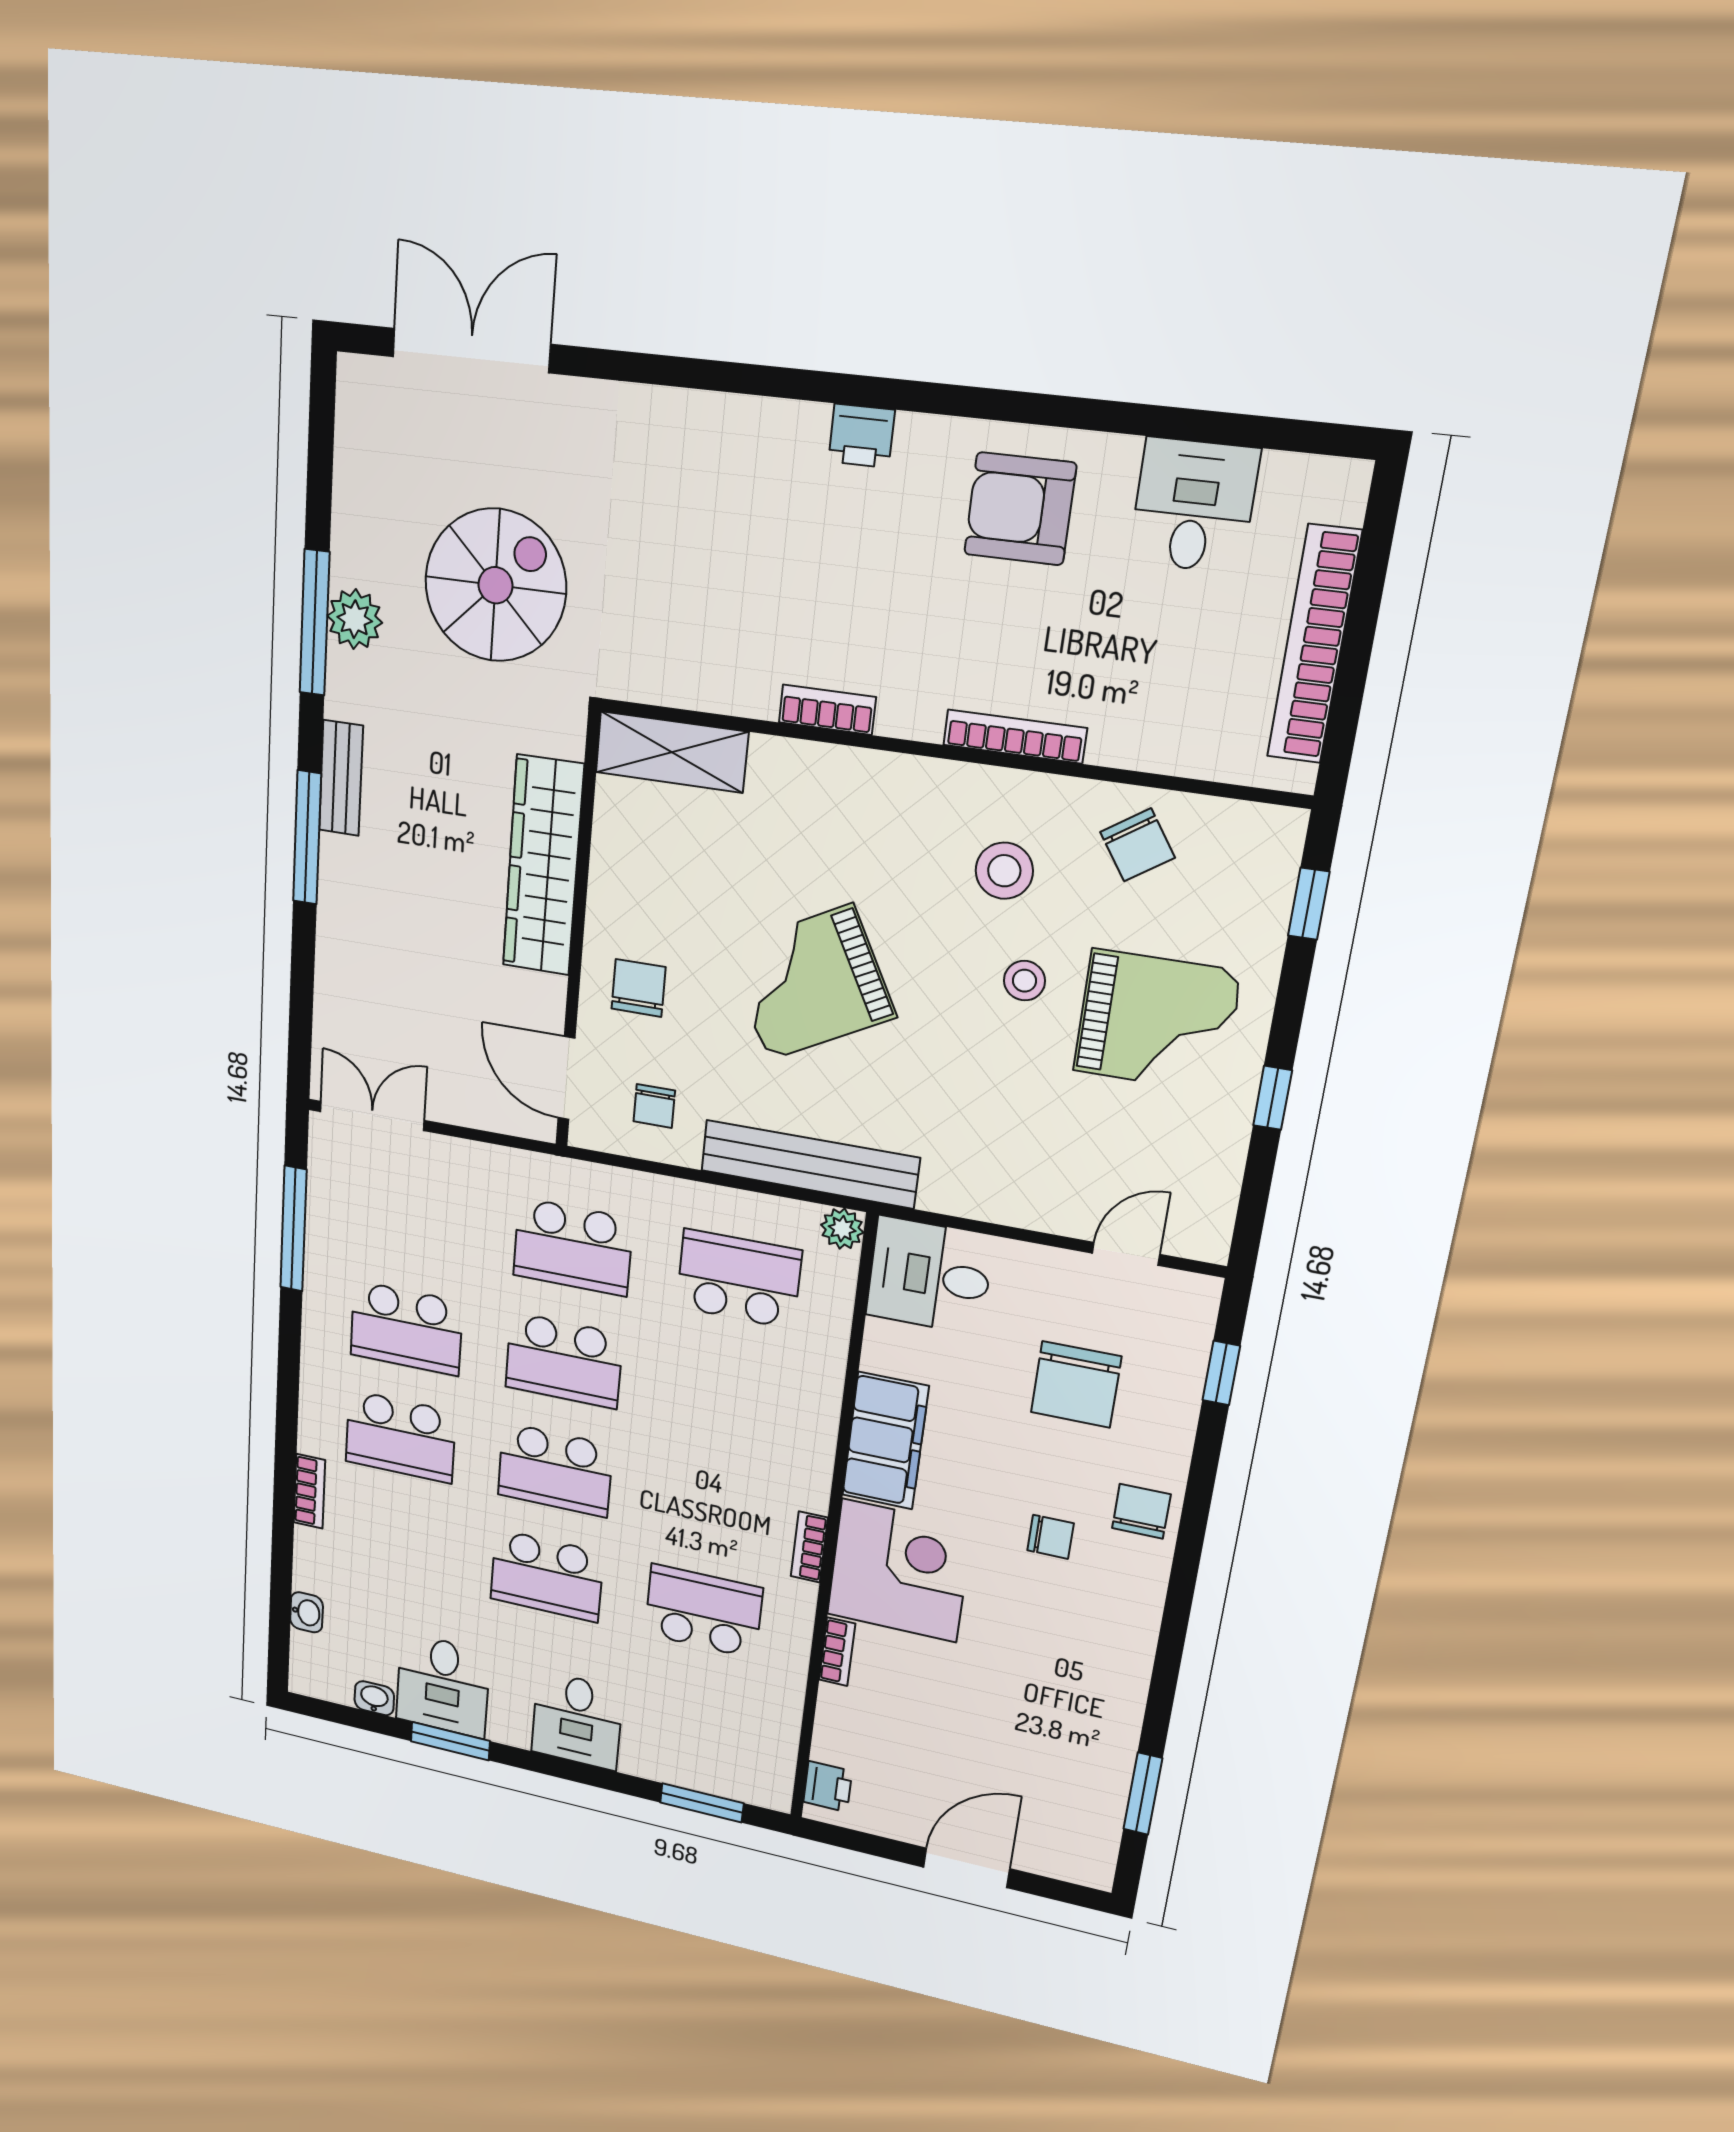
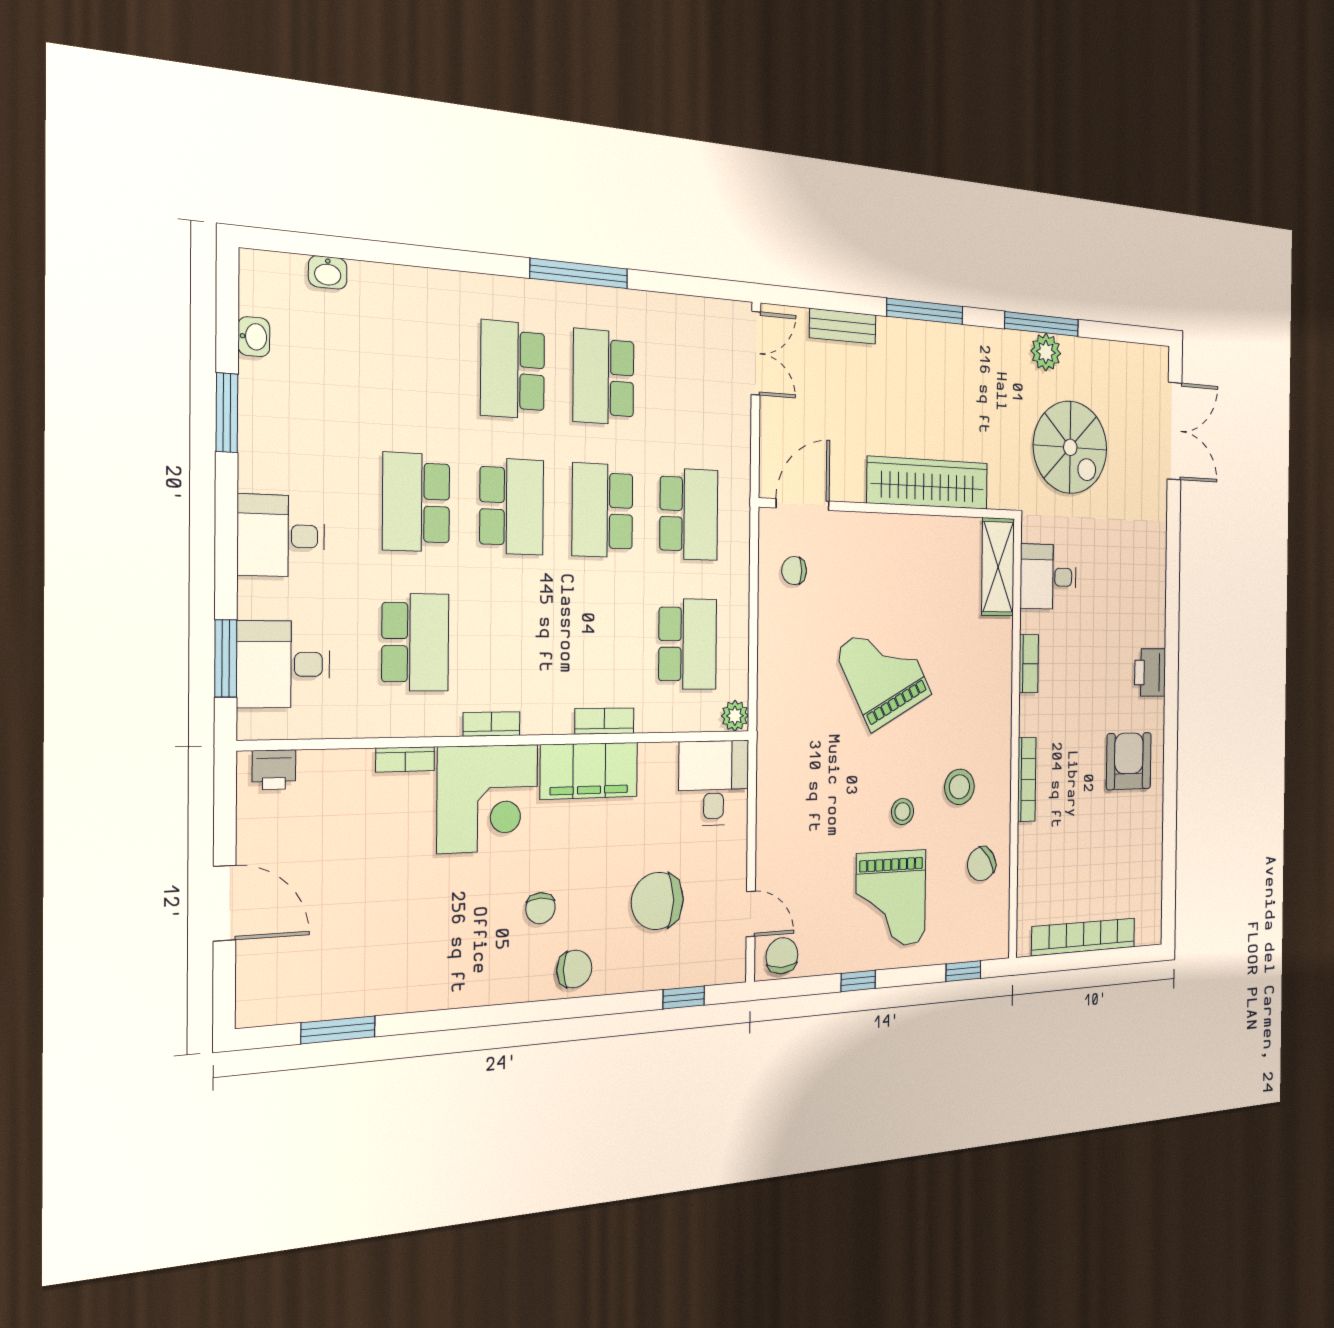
printer: (861, 436) -> (1150, 672), width x1.36, depth x1.24
desk: (1194, 506) -> (1048, 577), moved, turned 180
bench: (341, 778) -> (843, 326), moved
chair: (639, 988) -> (782, 956), moved, turned -90
bench: (810, 1164) -> (773, 687), removed
window: (293, 1229) -> (579, 274), moved
school desk: (573, 1247) -> (689, 514), turned 180
school desk: (555, 1470) -> (512, 506), turned 180
bookcase: (309, 1491) -> (604, 721), moved, turned 180
desk: (443, 1685) -> (283, 664), moved

